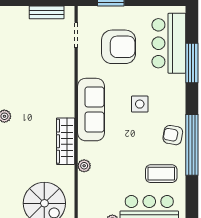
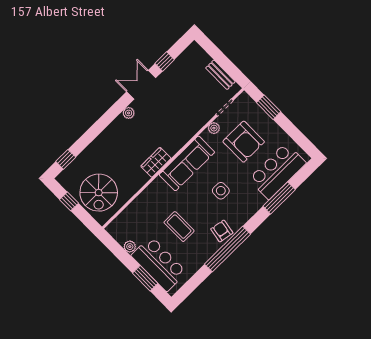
wardrobe: (66, 141) -> (156, 162), width x0.67
plant: (84, 166) -> (214, 128), moved
coffee table: (161, 174) -> (179, 227), moved

